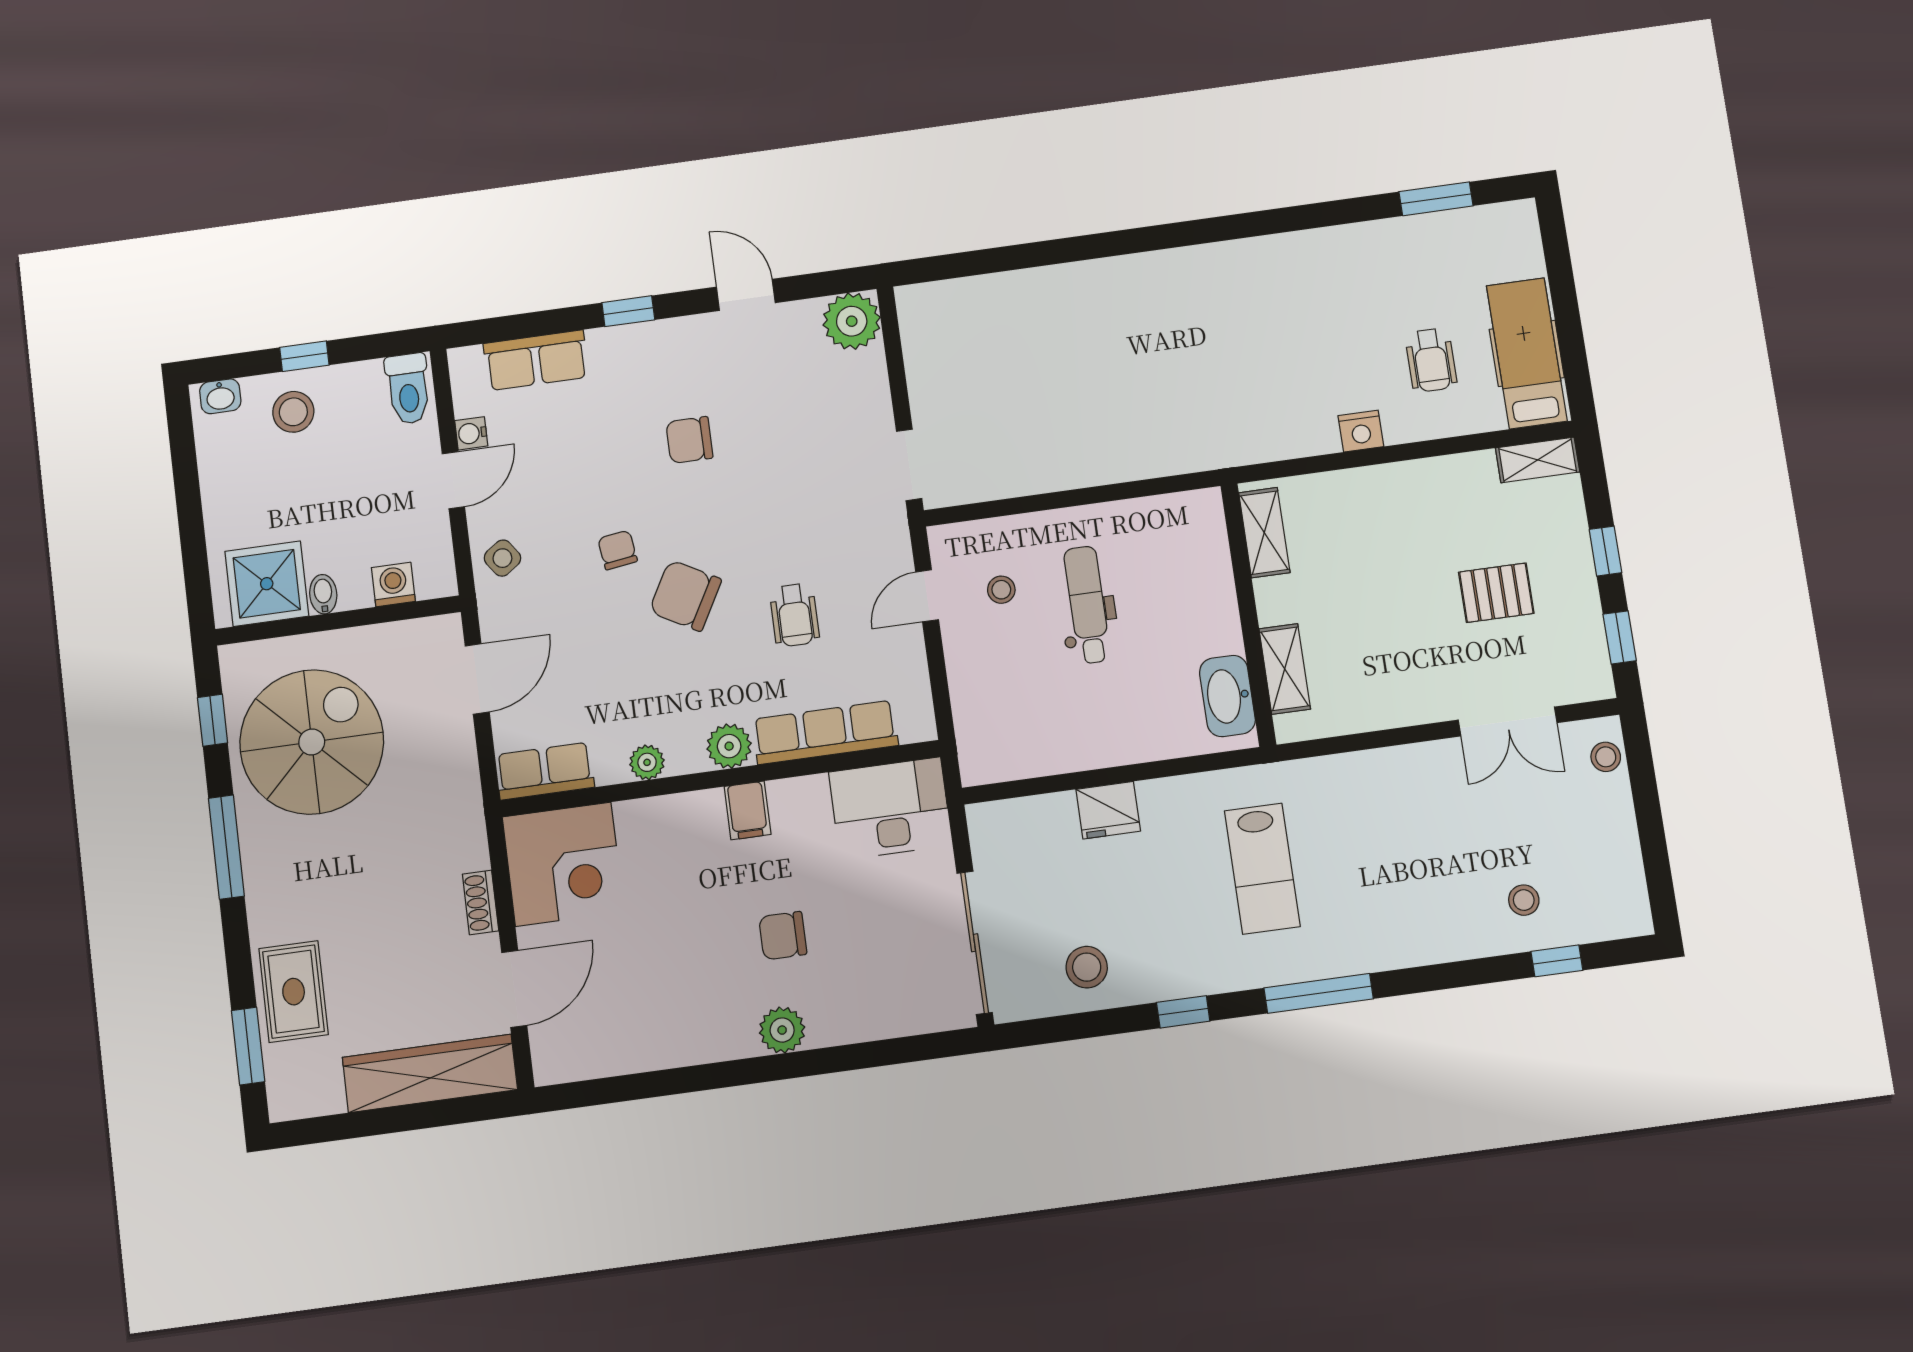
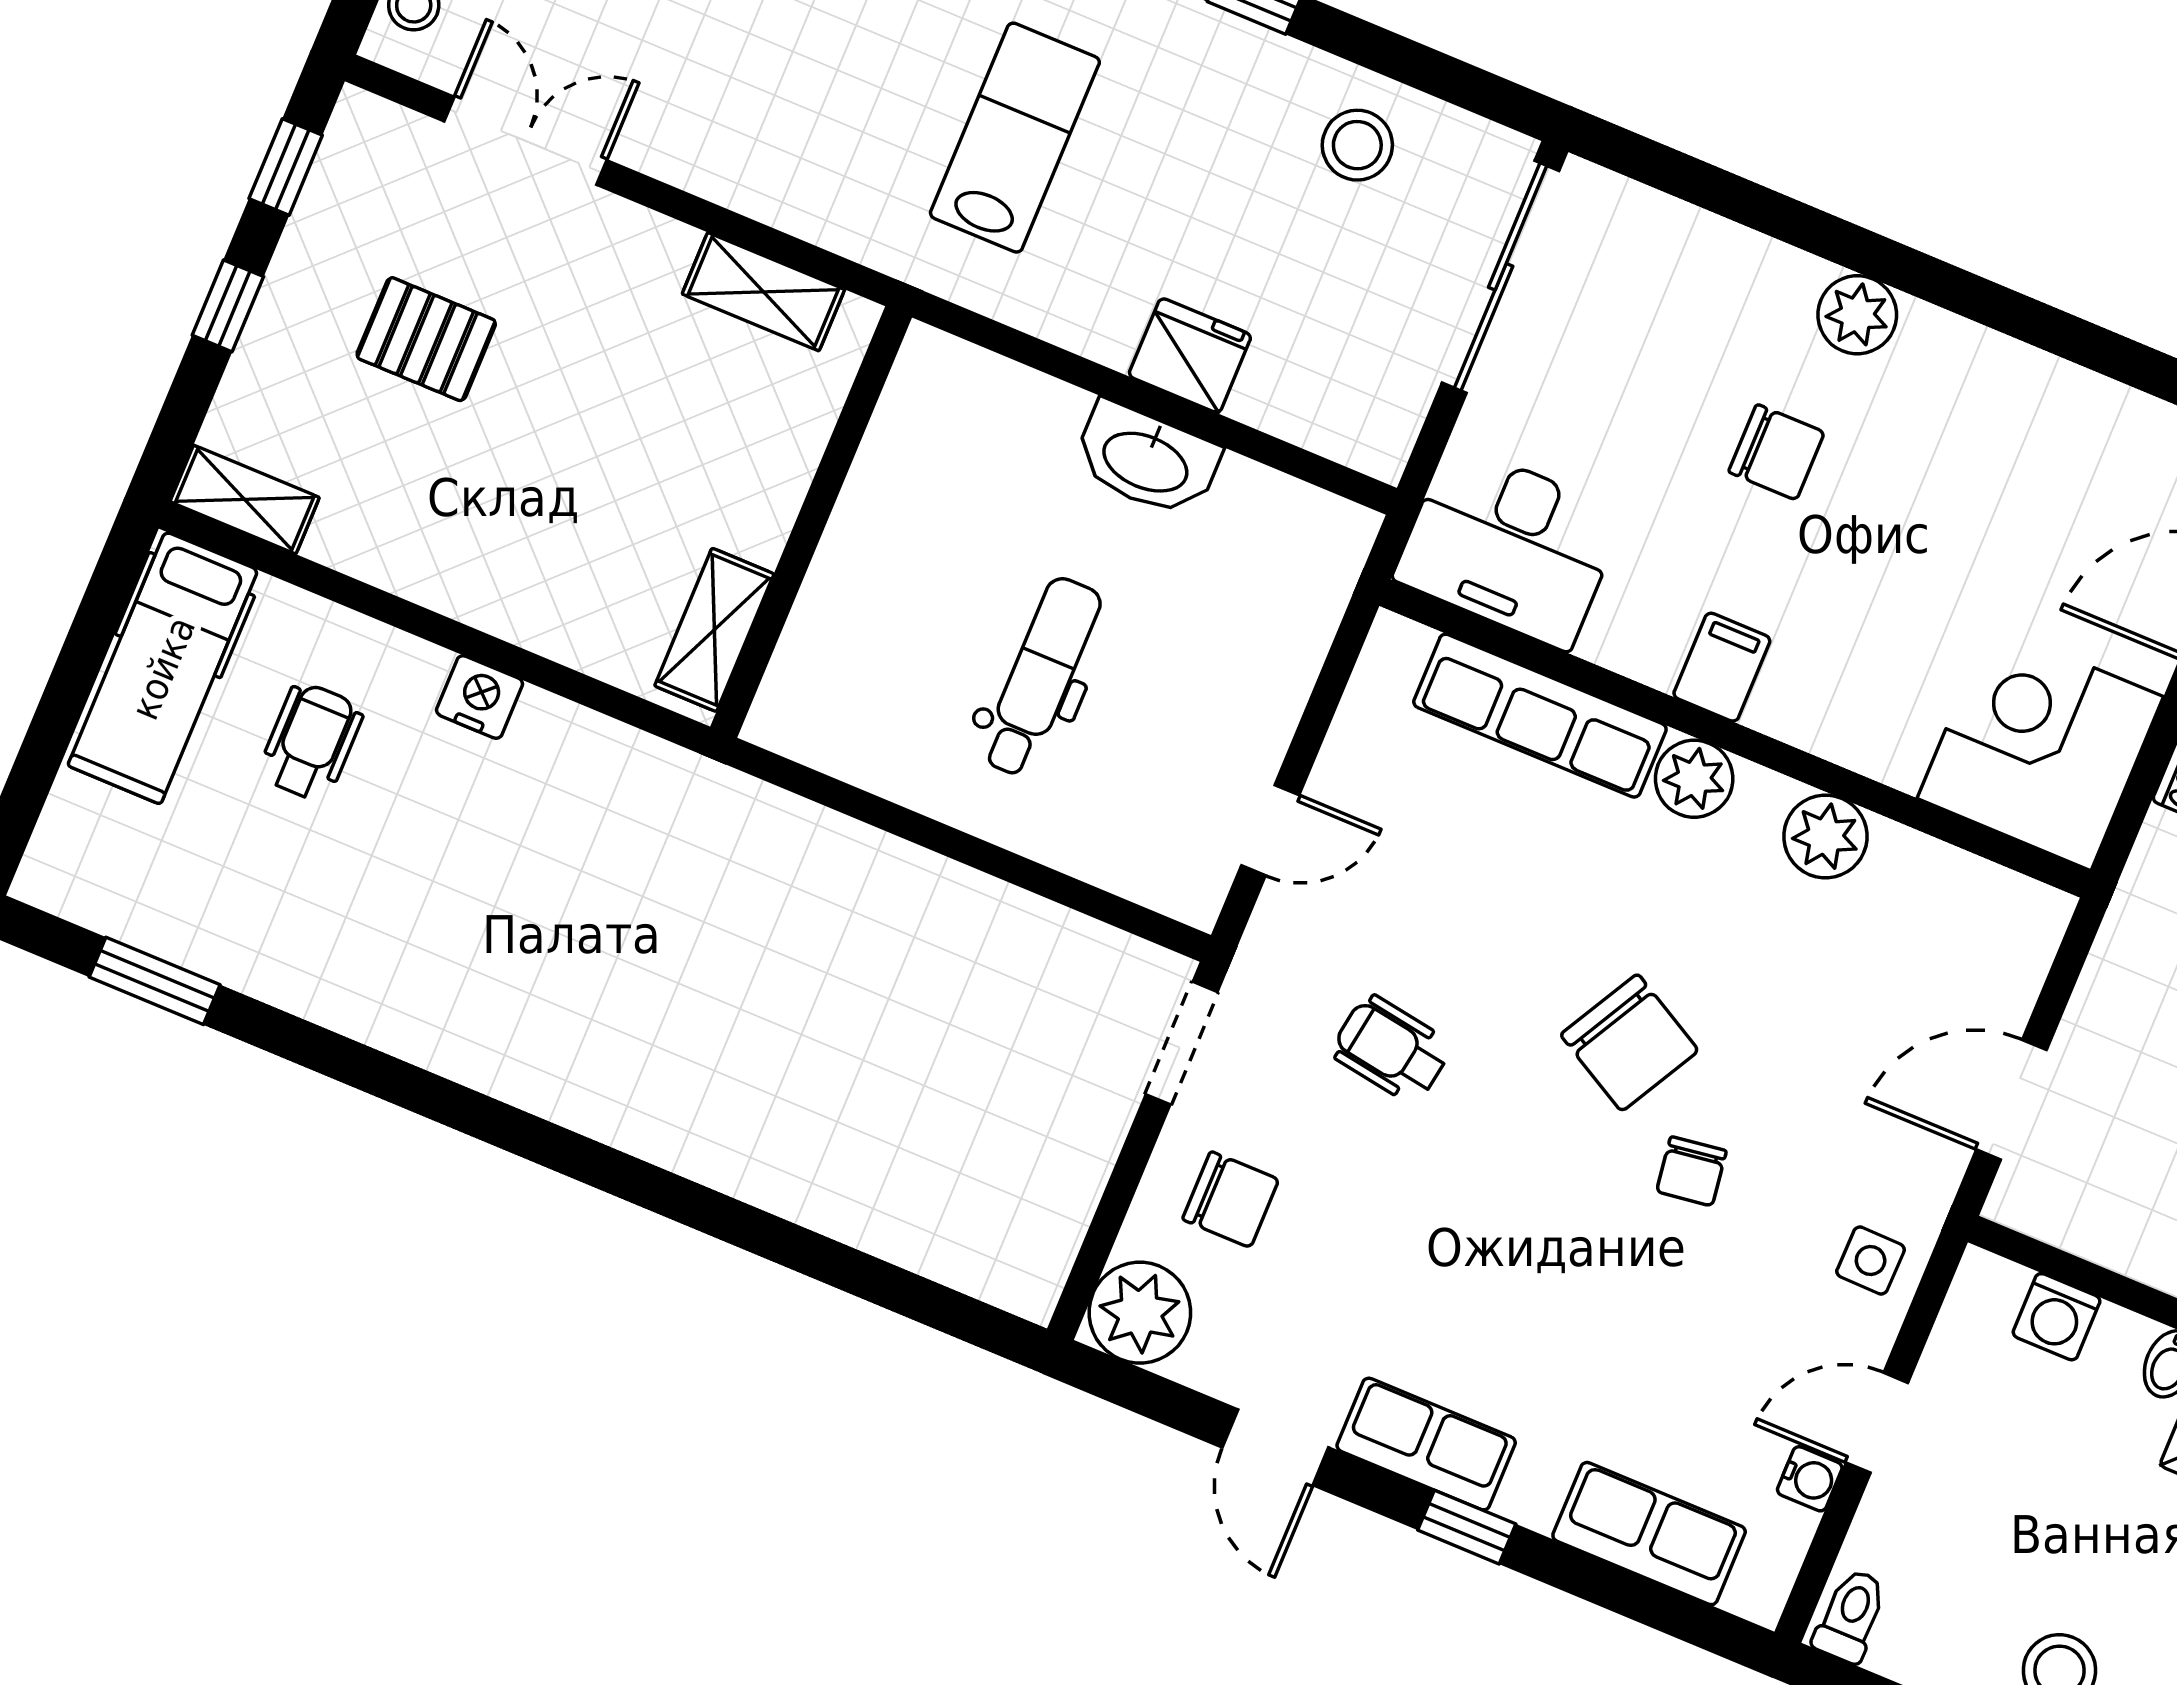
toilet: (408, 389) -> (1851, 1616), width x0.73, depth x0.72
chair: (689, 440) -> (1231, 1199), moved
side table: (502, 558) -> (1871, 1260), turned 36
stool: (1001, 590) -> (1155, 775), removed
dental chair: (1087, 605) -> (1041, 677), turned 180
wheelchair: (794, 615) -> (1391, 1049), moved, turned -81
shelving: (1285, 669) -> (763, 292), moved, turned 90
washbasin: (1227, 696) -> (1146, 460), moved, turned 90
plant: (647, 762) -> (1825, 836), width x1.38, depth x1.38
row of seats: (545, 771) -> (1426, 1444), moved, turned 180

